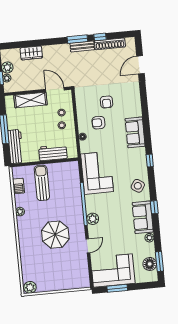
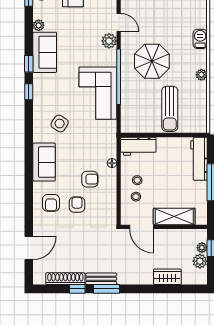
armchair: (127, 101) -> (51, 203), added
workbench: (53, 153) -> (138, 146), moved
window: (150, 160) -> (29, 92), moved
corner sofa: (97, 173) -> (98, 93), moved
barbecue: (19, 186) -> (200, 39), moved
side table: (138, 186) -> (60, 124), moved
plant: (93, 219) -> (109, 41), moved
parasol: (55, 235) -> (152, 61), moved
door: (88, 246) -> (119, 22), swing flipped

